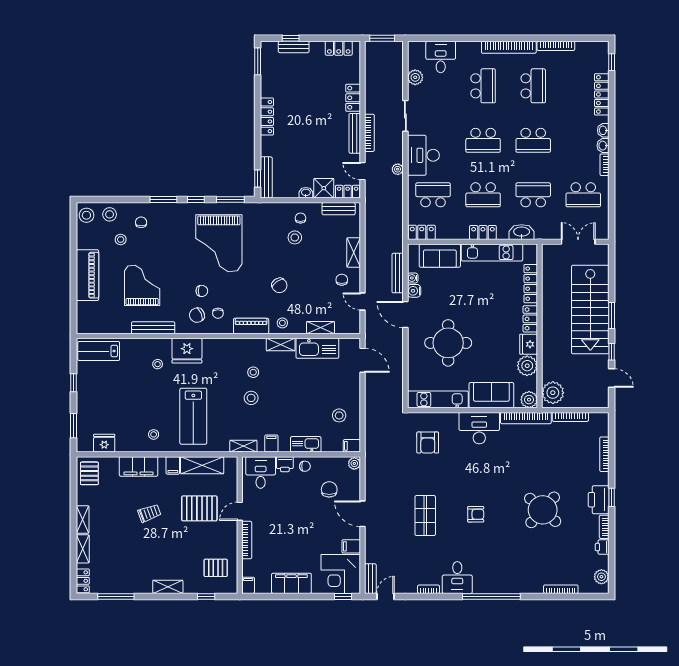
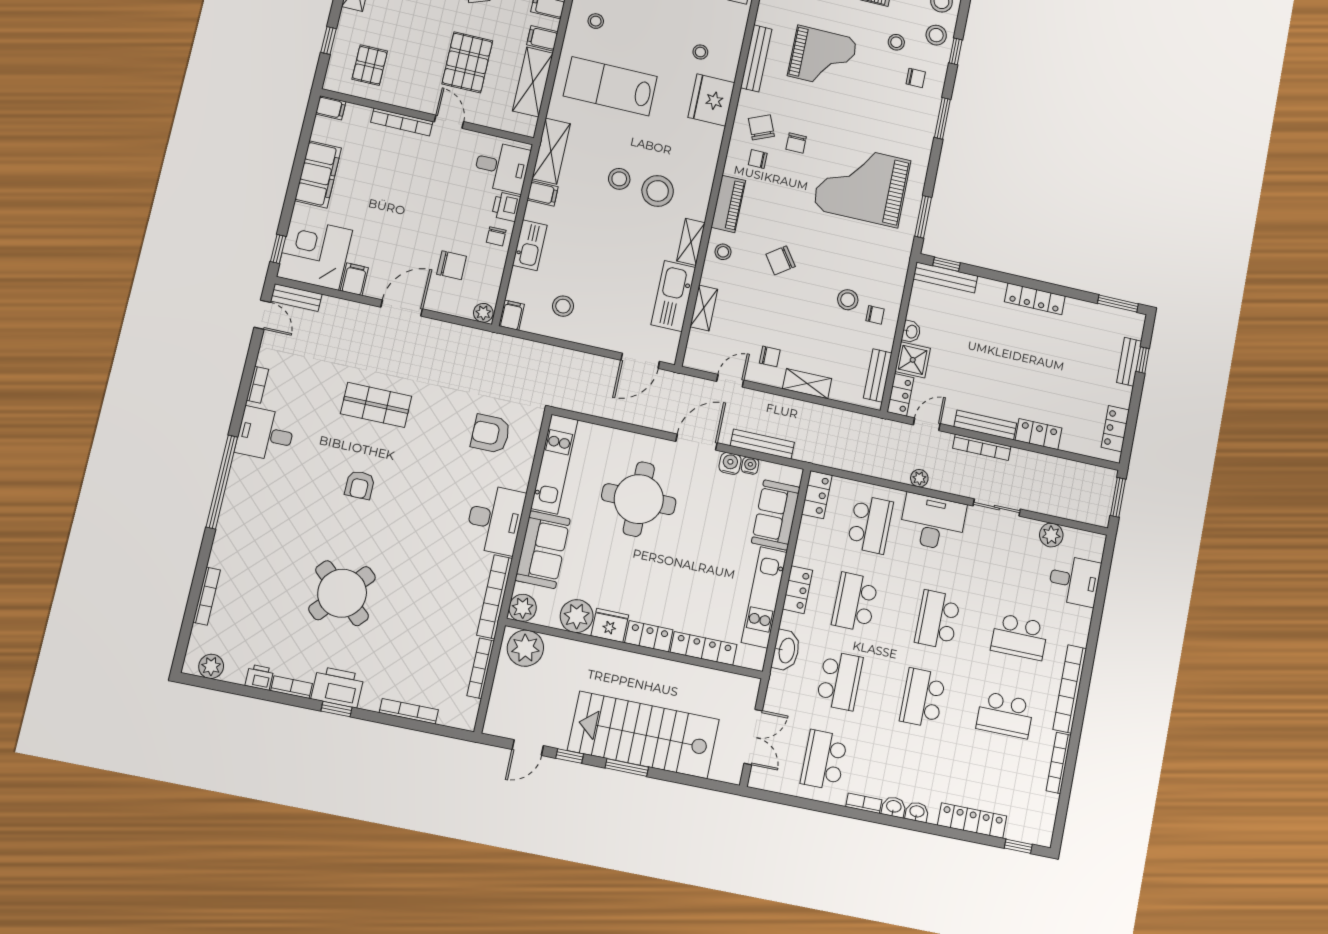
window: (196, 200) -> (956, 51), moved
stool: (253, 372) -> (658, 191), width x1.89, depth x1.89
shelving: (243, 446) -> (551, 151), width x1.50, depth x1.33

